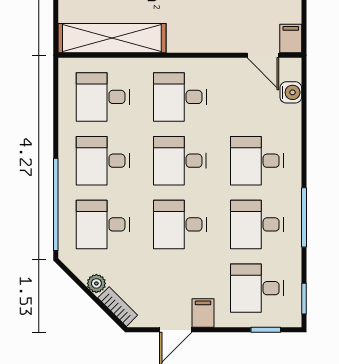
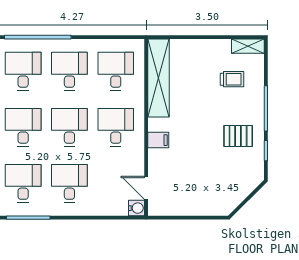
filing cabinet: (291, 38) -> (158, 140), moved
door: (263, 55) -> (146, 188), hinge flipped
water cooler: (291, 92) -> (136, 208), moved, turned -90

